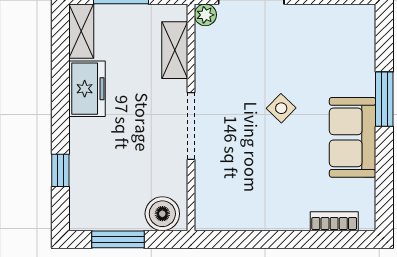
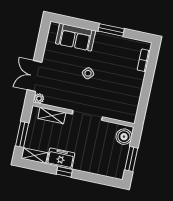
window: (384, 99) -> (111, 30), moved
sofa: (353, 137) -> (76, 37), moved
window: (60, 170) -> (64, 172), moved

